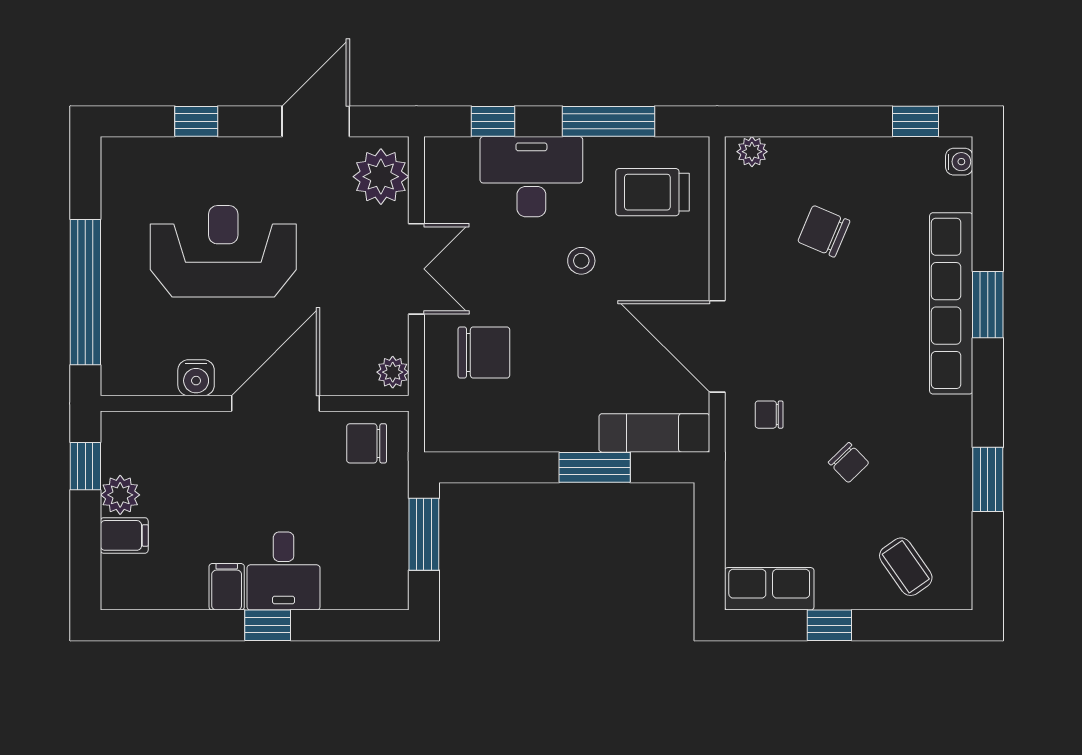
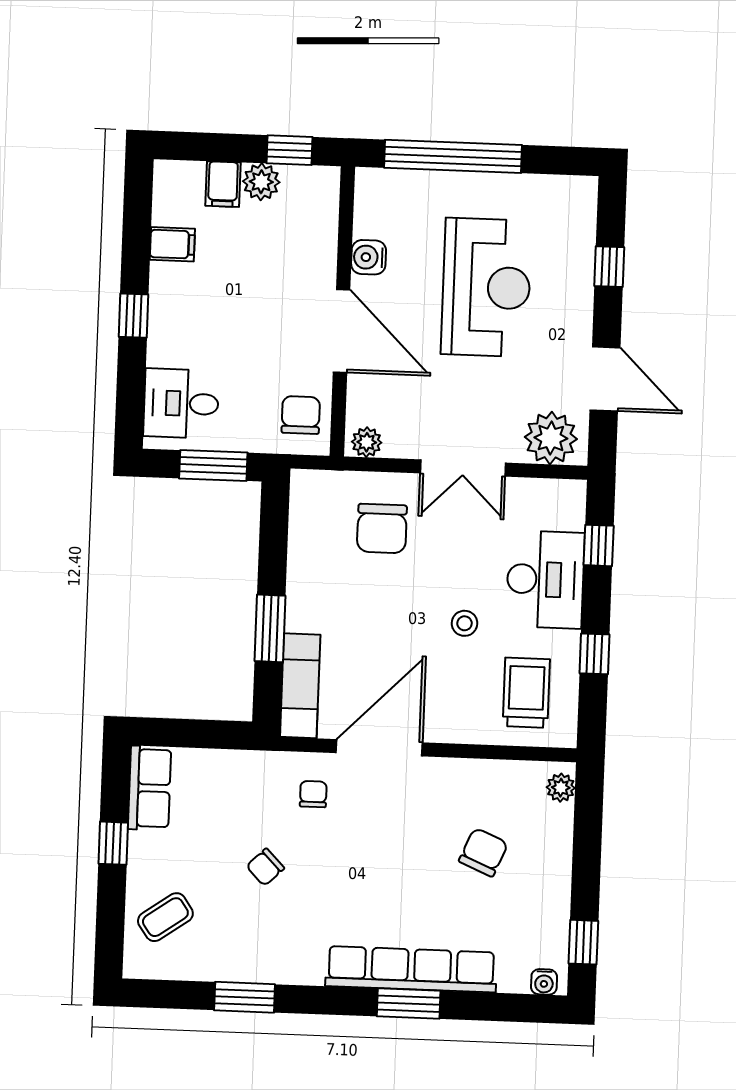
window: (608, 121) -> (594, 654), width x0.46
desk: (284, 571) -> (181, 403), moved
filing cabinet: (227, 587) -> (172, 244), moved

